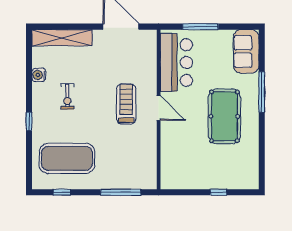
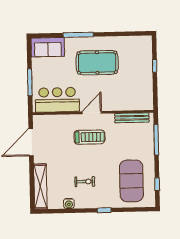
treadmill: (126, 104) -> (89, 137), turned 180
bench: (150, 161) -> (132, 118), added

